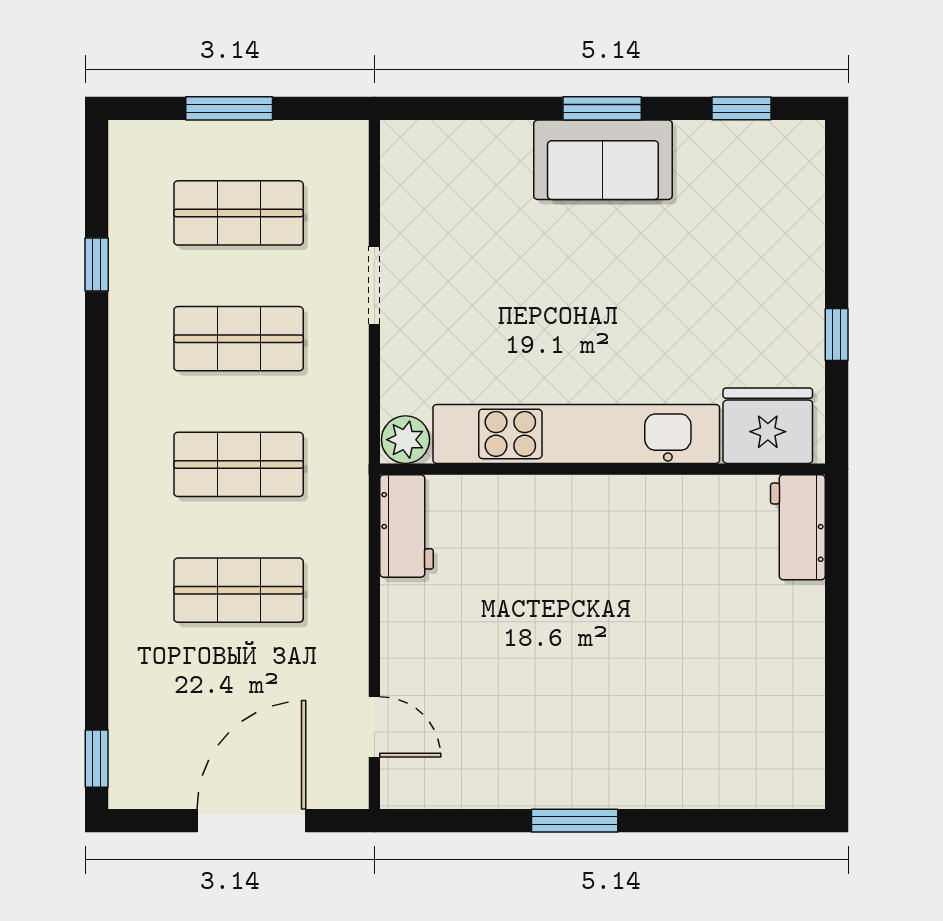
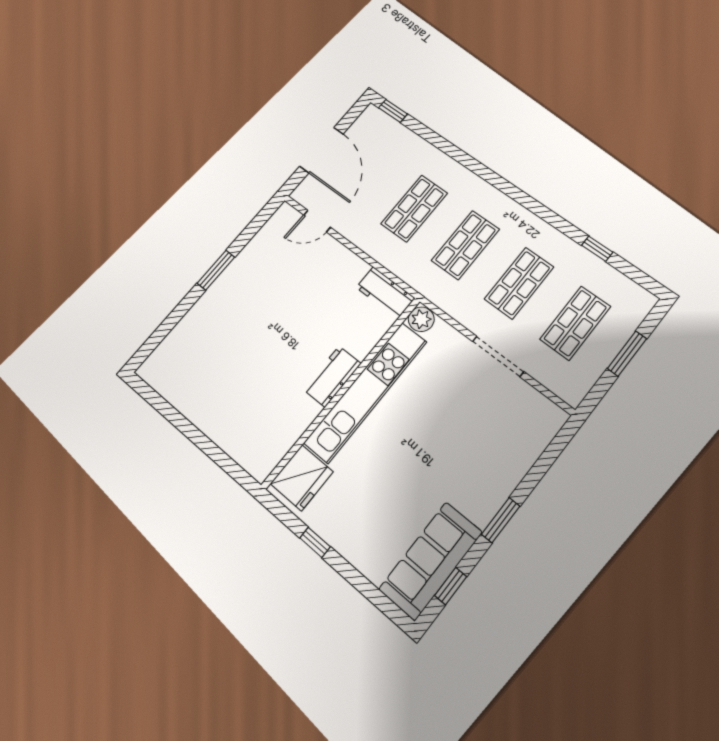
sofa: (603, 160) -> (431, 561), moved, width x1.36
doorway: (374, 285) -> (498, 356), width x1.38
workbench: (798, 527) -> (332, 376), moved, turned -90

